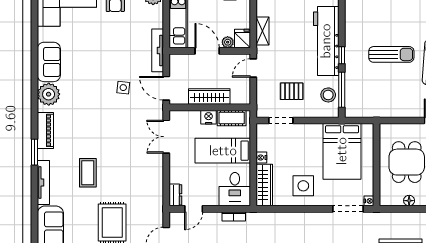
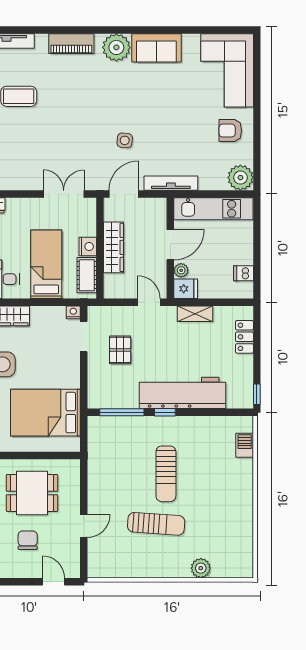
stool: (328, 95) -> (115, 395), removed
window: (34, 152) -> (44, 30), removed
nightstand: (261, 158) -> (73, 312), moved

